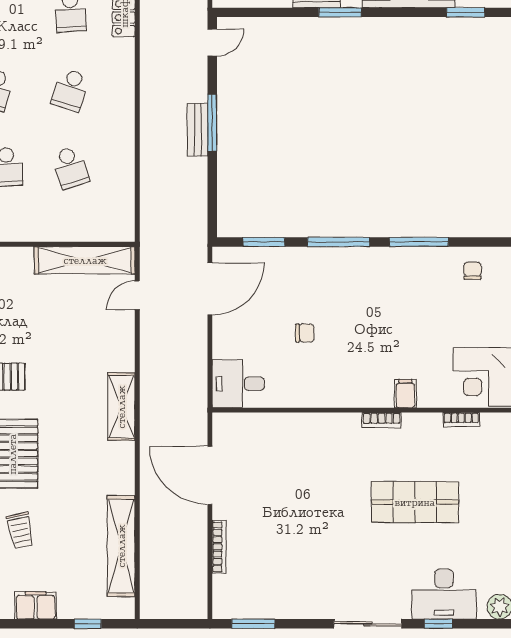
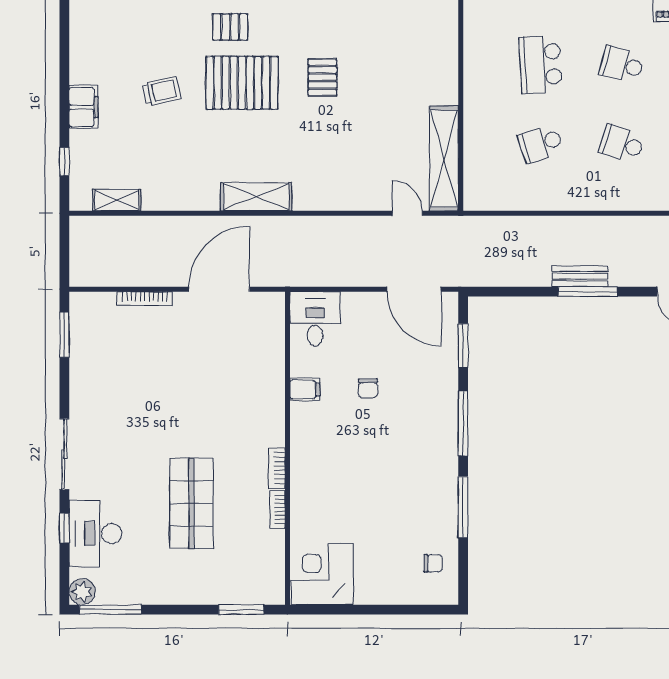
filing cabinet: (405, 394) -> (305, 389), moved
shelving: (121, 407) -> (256, 197), moved
bookcase: (461, 420) -> (277, 509), moved
trolley: (20, 530) -> (162, 91), turned 180
shelving: (121, 546) -> (117, 200), width x0.45, depth x0.75

